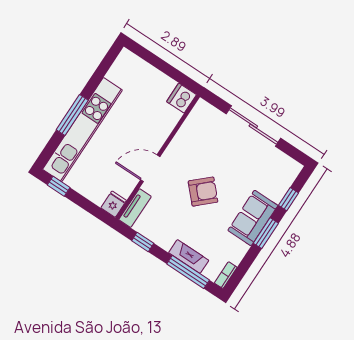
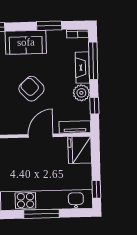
door: (150, 168) -> (41, 136), swing flipped
fridge: (114, 204) -> (80, 150), width x1.88, depth x1.34
window: (266, 233) -> (49, 26), moved
plant: (164, 238) -> (81, 93), added

